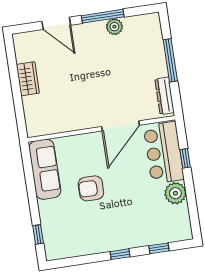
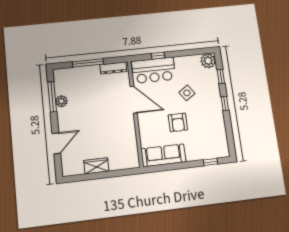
window: (103, 16) -> (52, 97), moved
plant: (175, 193) -> (208, 61), moved
side table: (133, 200) -> (187, 93), added

